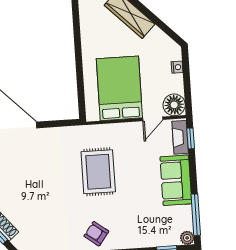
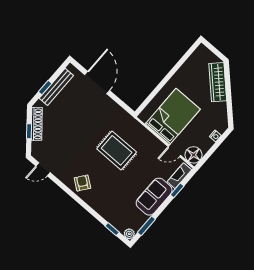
window: (191, 138) -> (177, 190), moved
rug: (98, 172) -> (117, 150), turned 90
window: (196, 215) -> (146, 226), width x0.69

